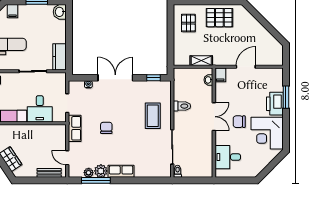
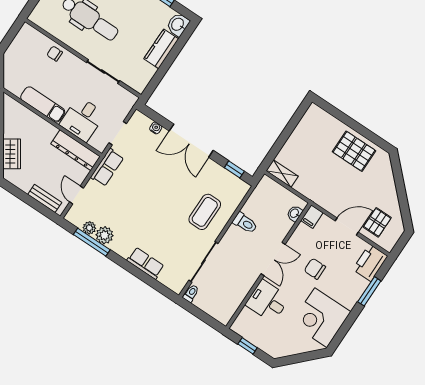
pallet: (188, 23) -> (377, 222), moved
kitchen counter: (59, 57) -> (161, 49), moved
shelving: (201, 61) -> (282, 174), moved
double door: (115, 78) -> (191, 141), swing flipped
printer: (275, 104) -> (370, 263), moved
chair: (239, 122) -> (315, 269), moved
chair: (106, 128) -> (143, 191), removed
dresser: (48, 131) -> (75, 150), added
desk: (228, 157) -> (268, 301), moved
row of seats: (121, 171) -> (146, 263), moved
window: (234, 180) -> (248, 346), added

